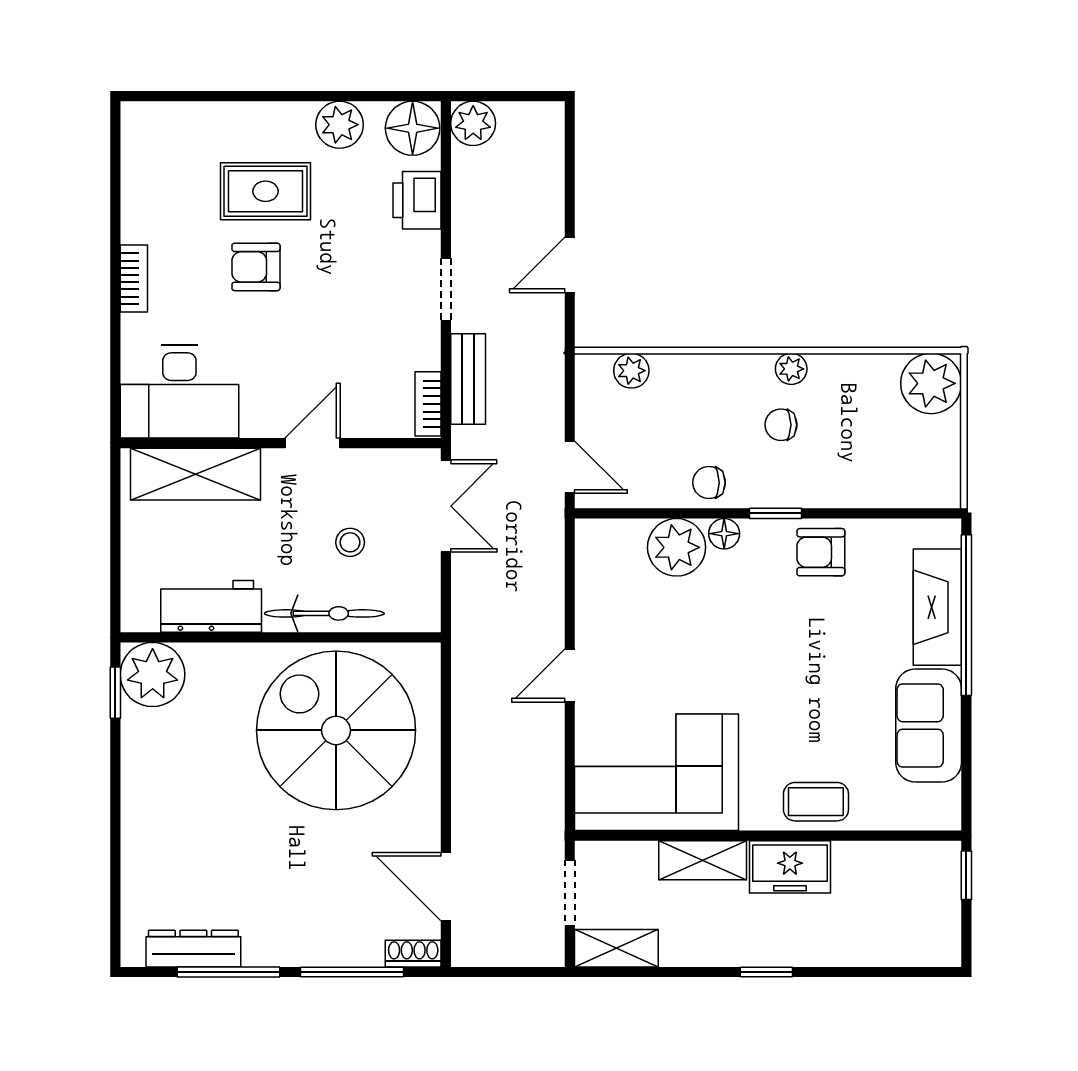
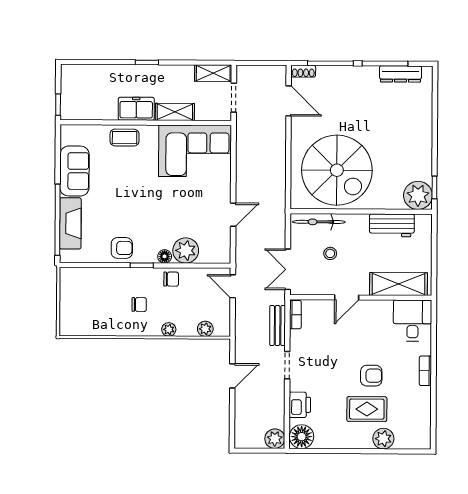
plant: (340, 125) -> (383, 439), moved
plant: (791, 369) -> (169, 329), moved
plant: (931, 383) -> (73, 322), removed
desk: (179, 392) -> (413, 321), width x0.73
bicycle: (324, 613) -> (319, 222), moved
door: (570, 675) -> (233, 215), moved

